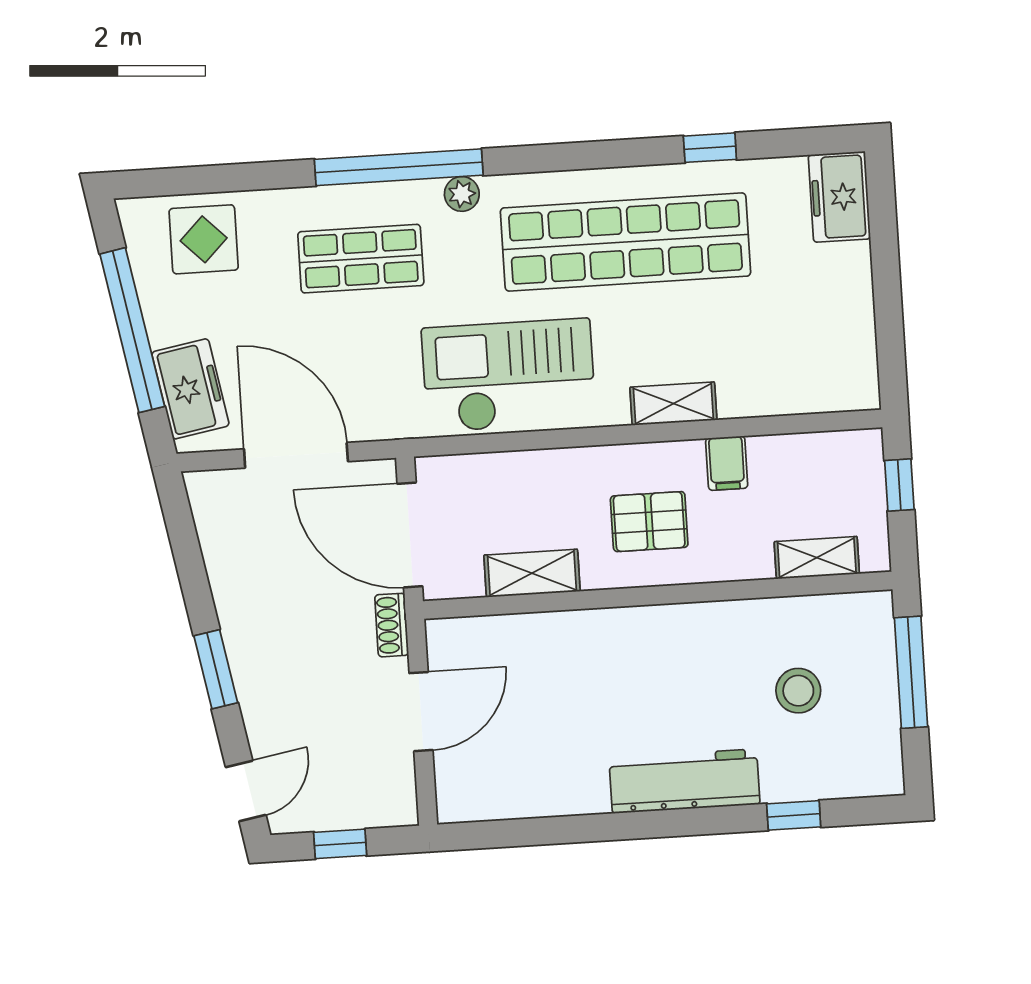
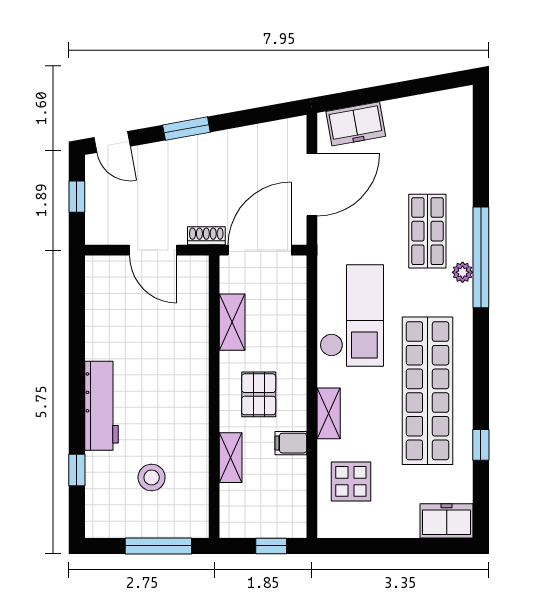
plant: (462, 194) -> (463, 272), moved
display table: (204, 239) -> (351, 481), moved
window: (132, 330) -> (393, 91), removed
shelving: (817, 558) -> (231, 458), moved

